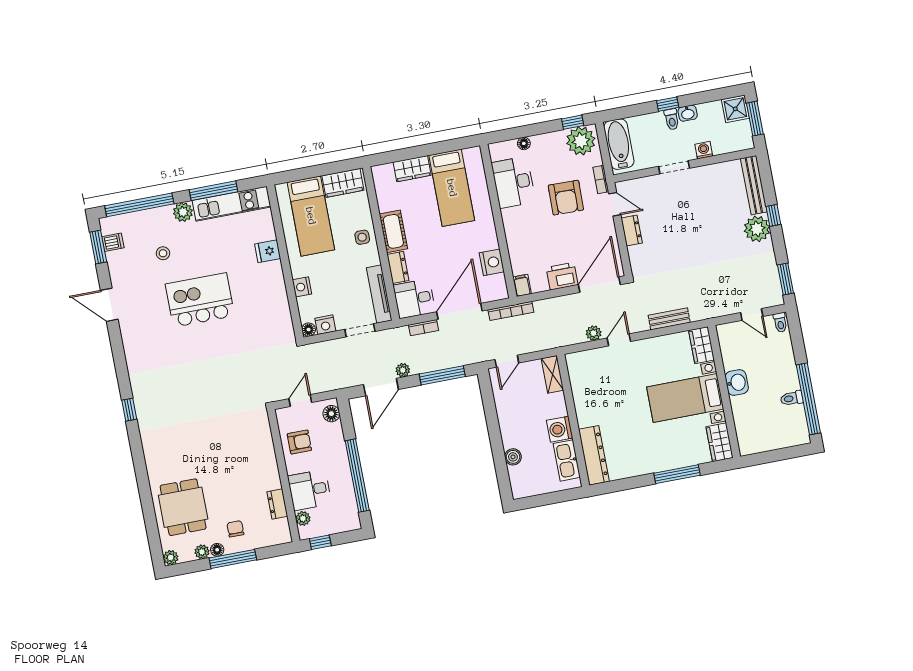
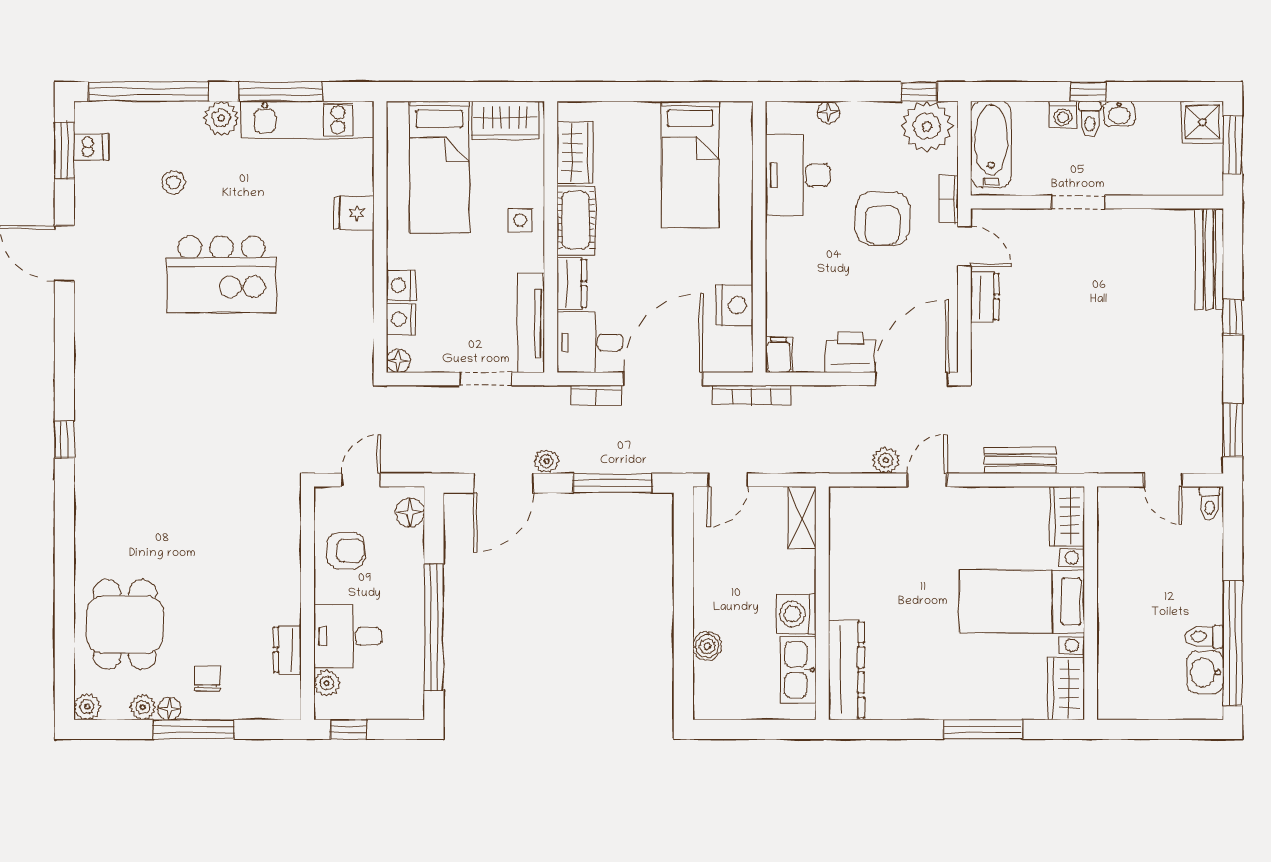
washing machine: (704, 150) -> (1063, 114), moved, turned 180
wardrobe: (412, 169) -> (575, 153), moved, turned -90
plant: (757, 229) -> (1200, 335), removed
kitchen island: (200, 300) -> (222, 274), turned 180
nightstand: (325, 325) -> (401, 319), moved, turned 90
washbasin: (737, 383) -> (1205, 672), moved, turned 180

